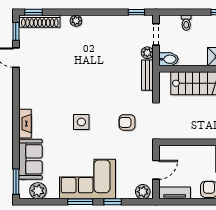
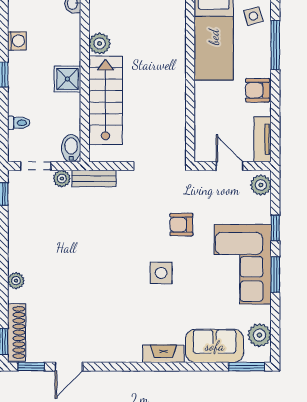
armchair: (127, 122) -> (181, 225), moved, turned 90

